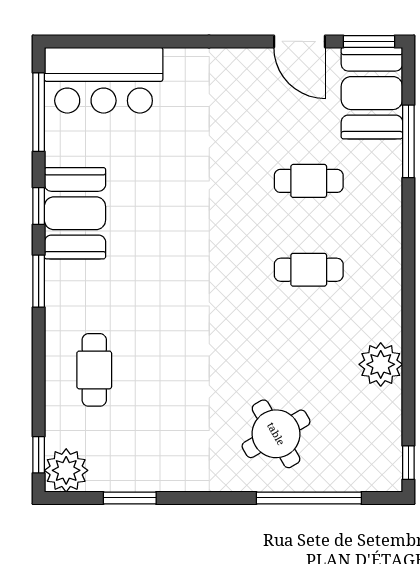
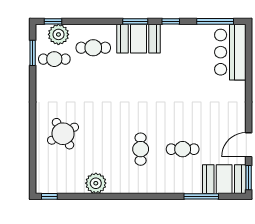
cafe table: (309, 181) -> (183, 149), turned 90
booth: (75, 213) -> (139, 39), moved
cafe table: (118, 452) -> (54, 59), added
plant: (66, 470) -> (58, 34), moved
window: (130, 498) -> (33, 53), moved
window: (309, 498) -> (33, 149), removed

